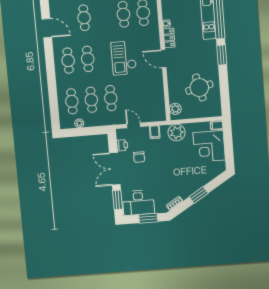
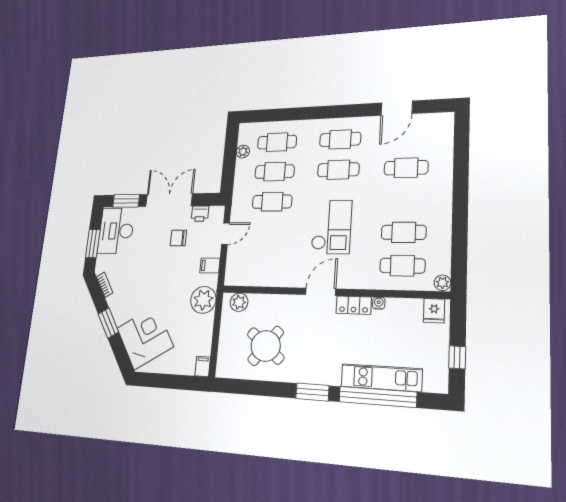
checkout: (124, 58) -> (331, 227), turned 90
round table: (199, 87) -> (266, 346), turned -38
corner desk: (209, 146) -> (145, 337), moved, turned 58

